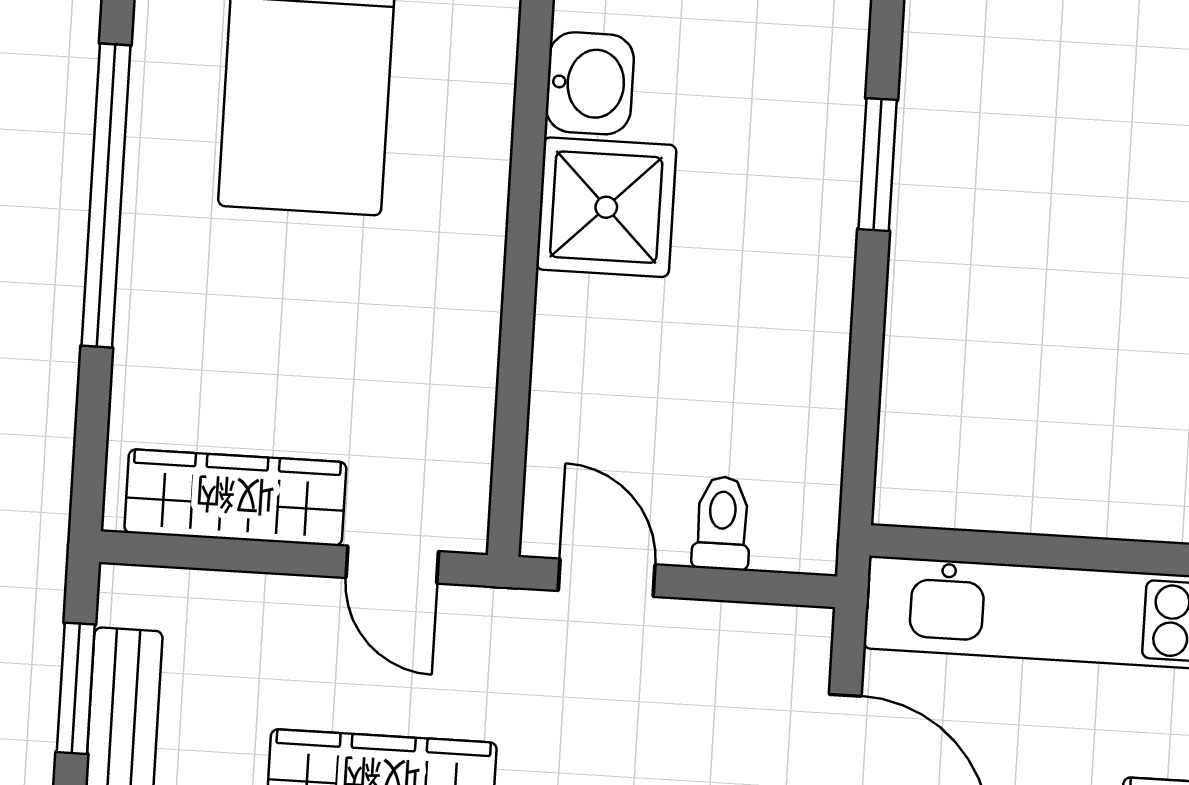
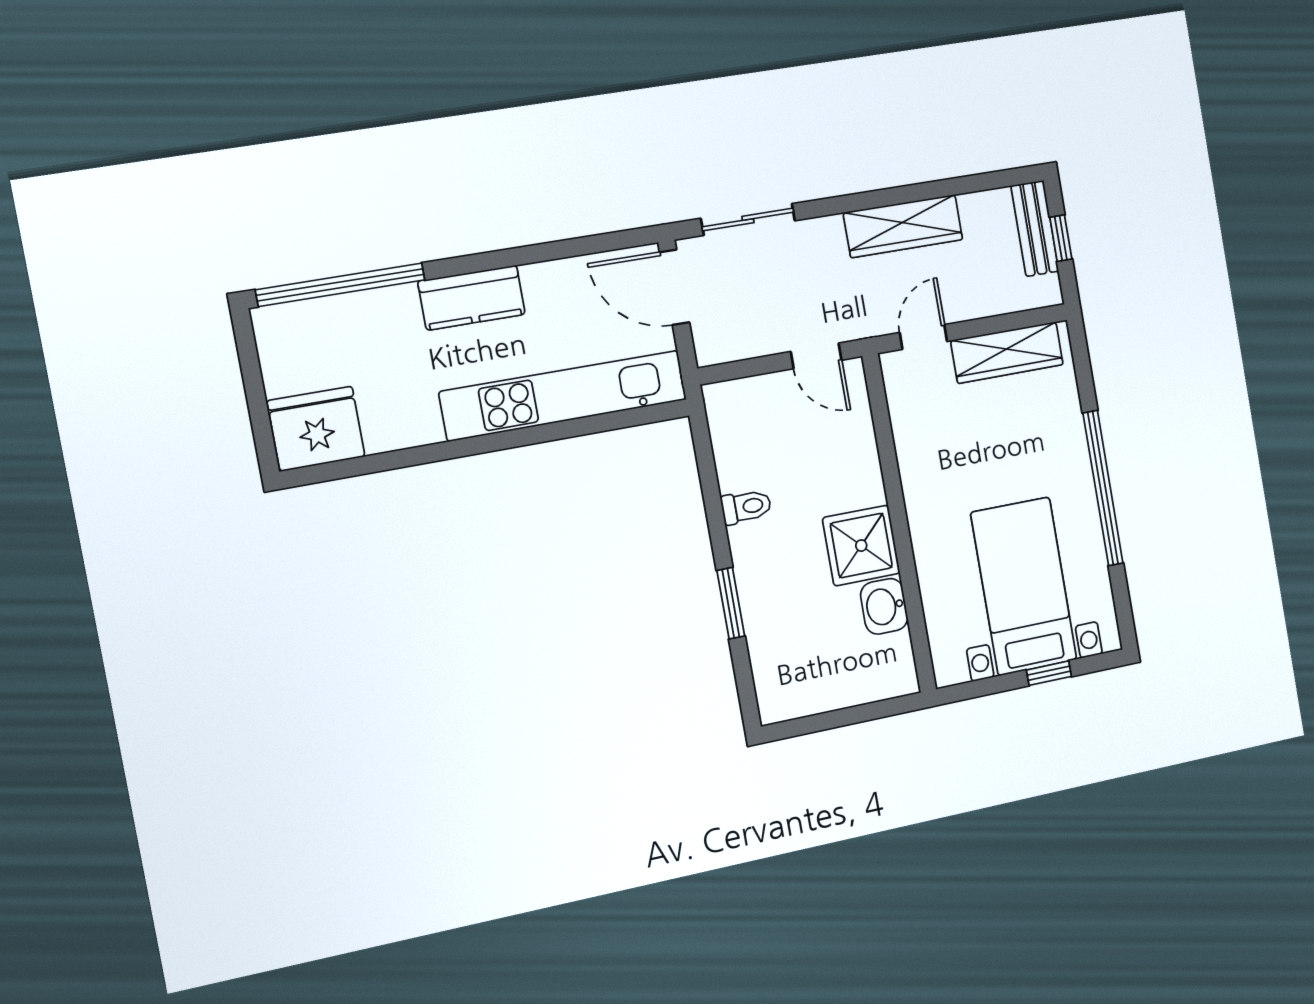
toilet: (722, 523) -> (746, 507), moved, turned -90
door: (392, 565) -> (923, 337), hinge flipped
window: (76, 688) -> (1061, 238), width x0.67

